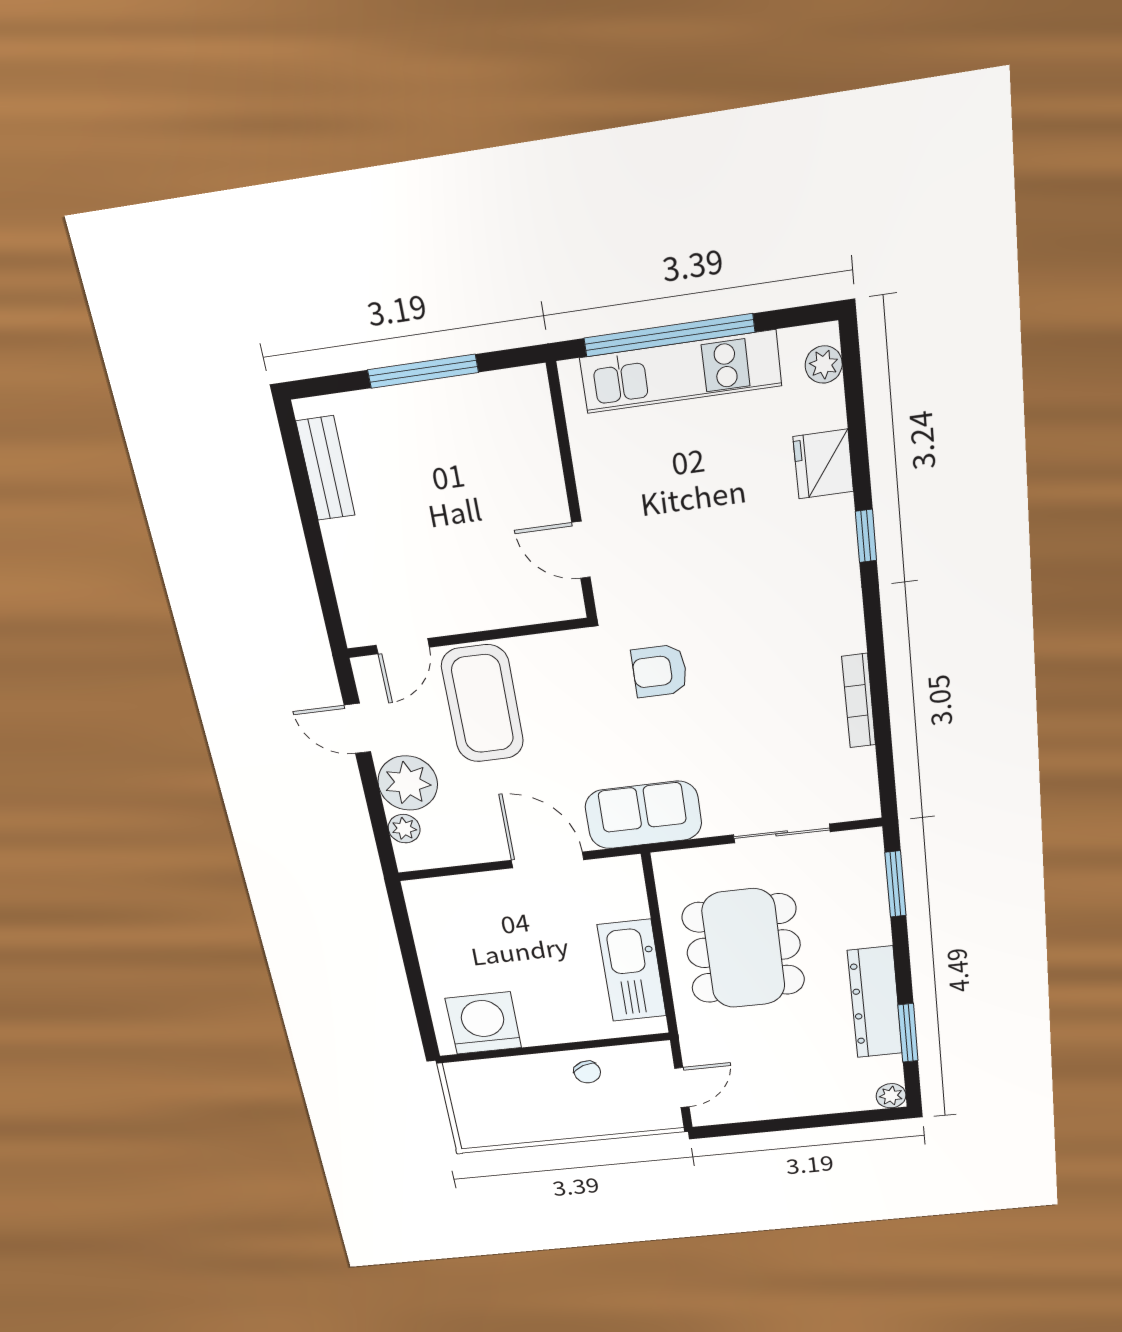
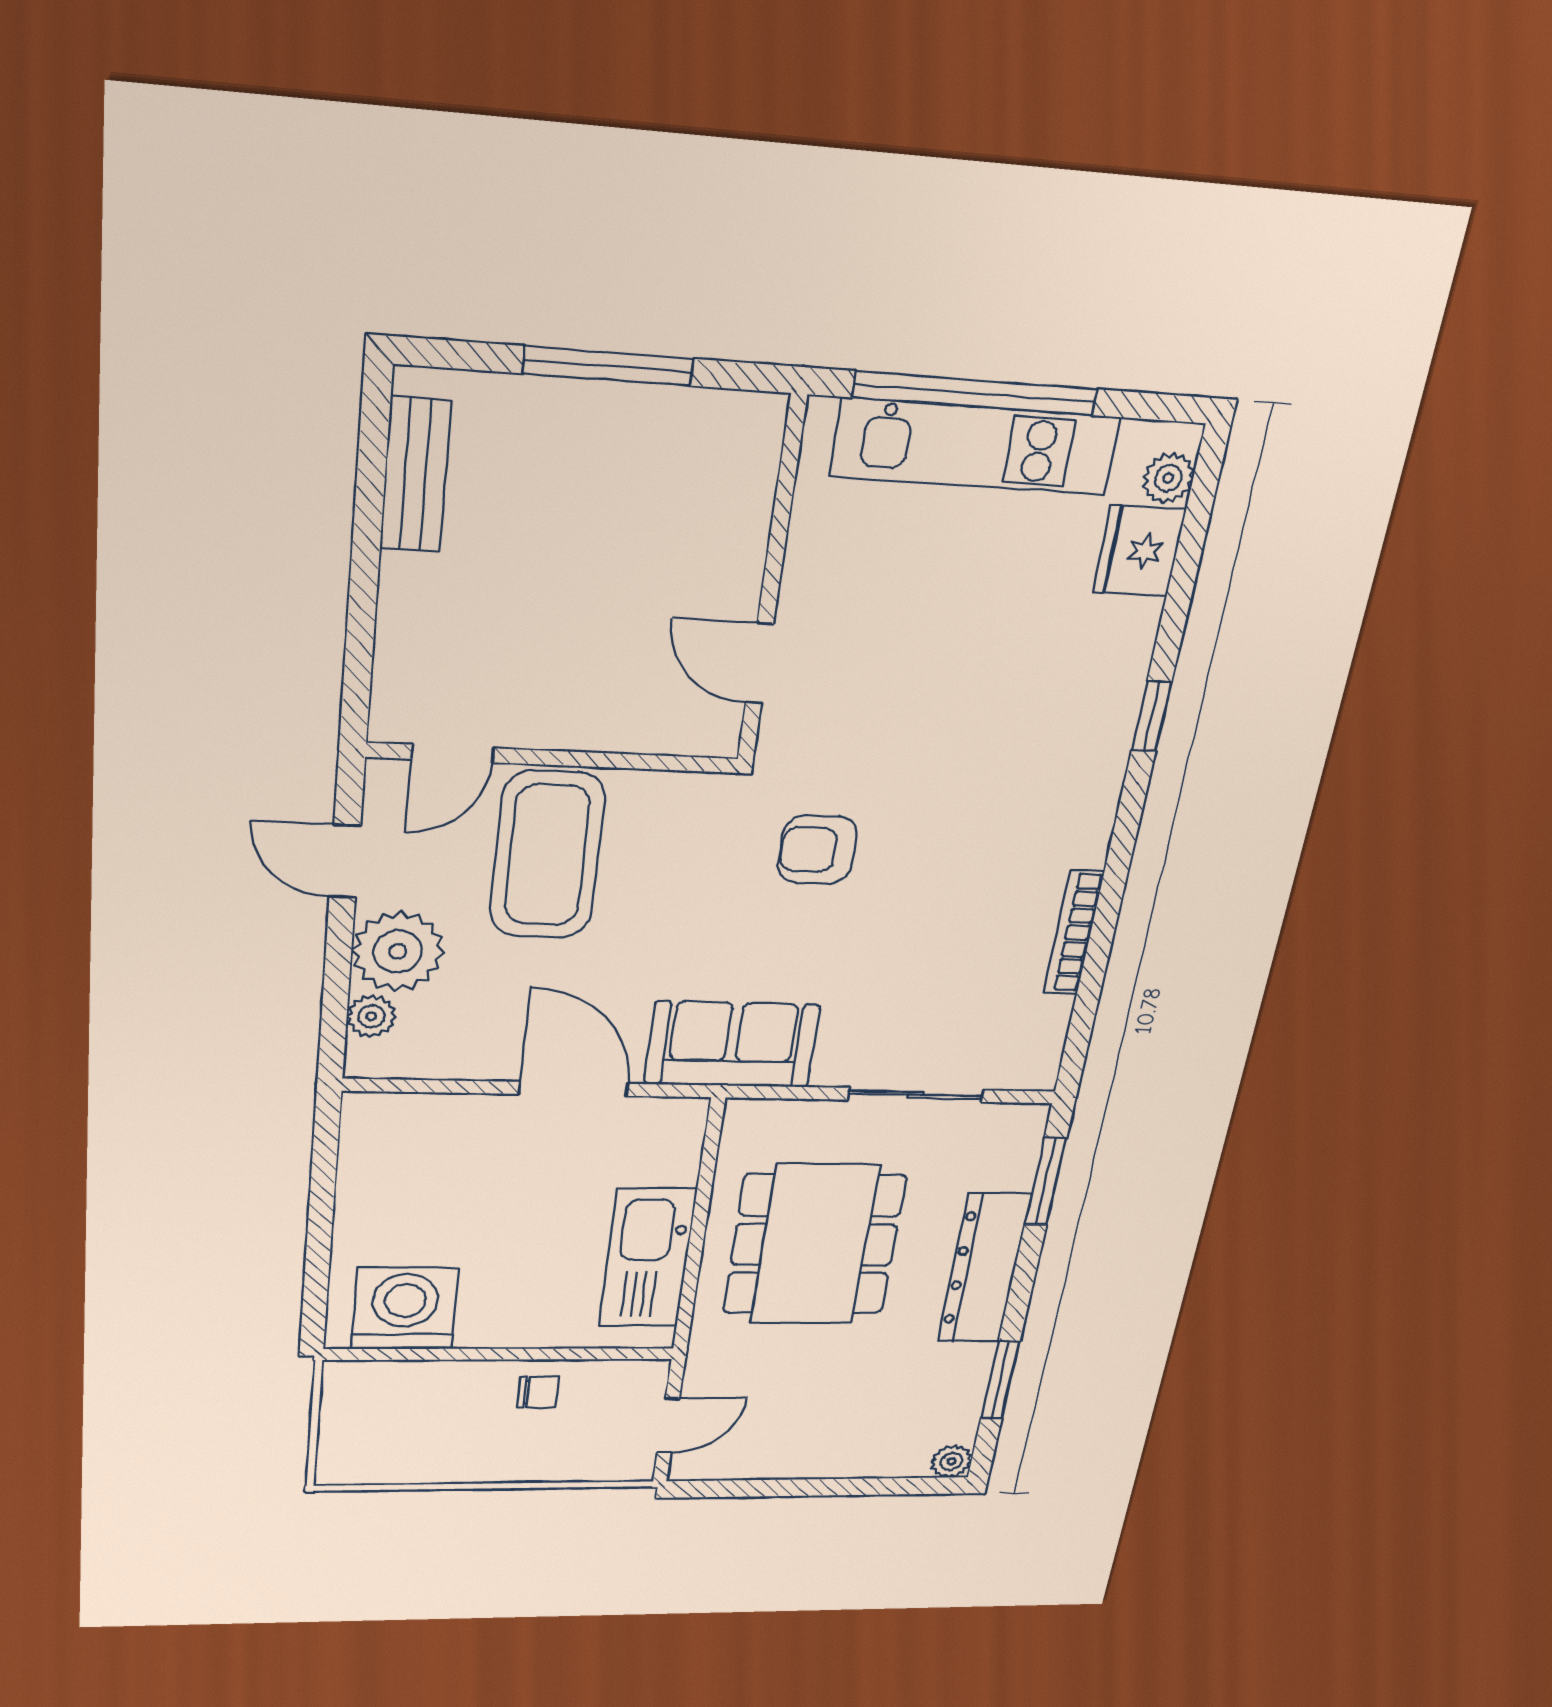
fridge: (823, 464) -> (1139, 551), moved
dresser: (875, 1002) -> (984, 1268), moved
chair: (587, 1072) -> (538, 1392), turned -70

